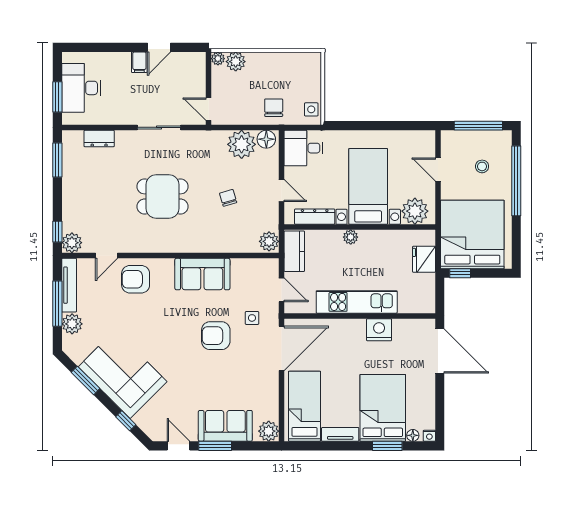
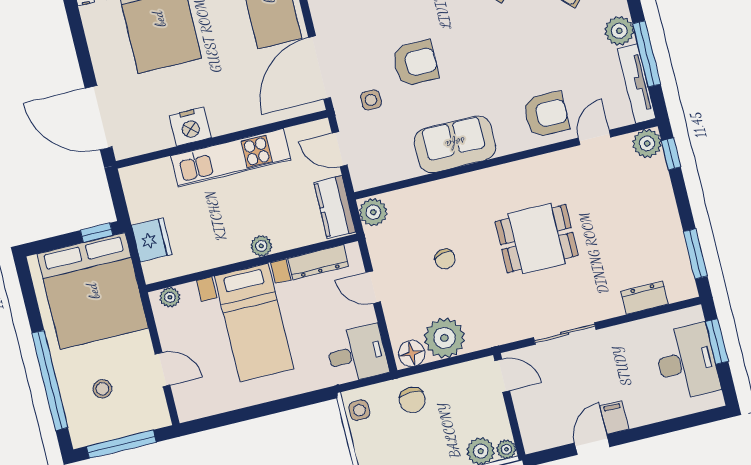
plant: (415, 211) -> (170, 297), width x0.53, depth x0.53

